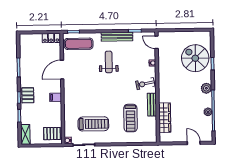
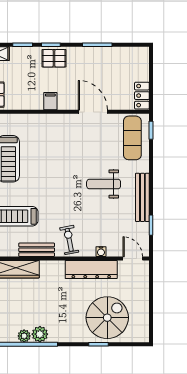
door: (157, 42) -> (133, 258), hinge flipped
weight bench: (109, 62) -> (104, 184), turned 180
dresser: (164, 69) -> (91, 269), added
plant: (206, 88) -> (40, 334), moved

